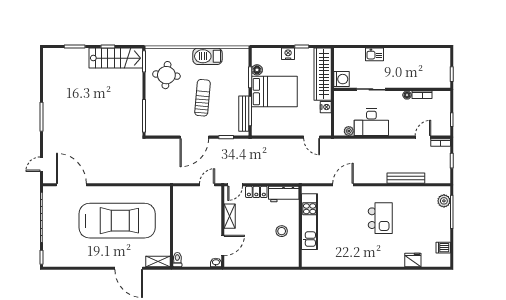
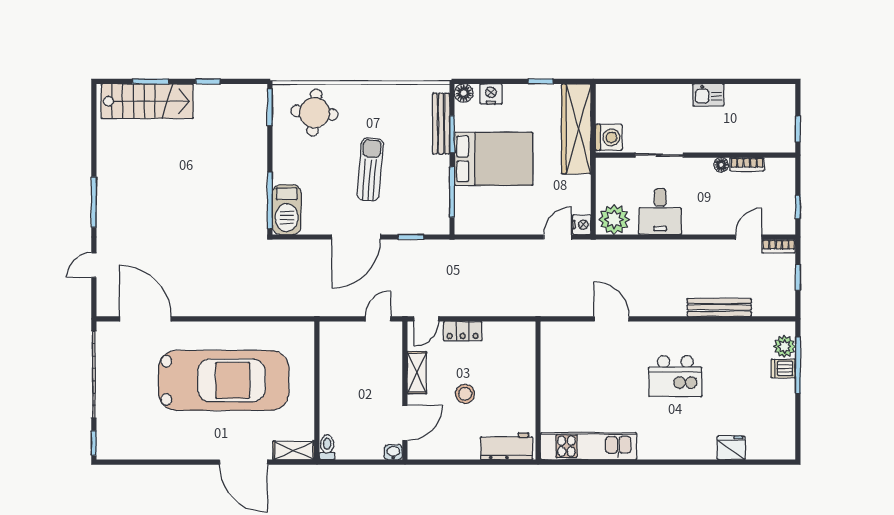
nightstand: (288, 54) -> (491, 94), moved
kitchen sink: (375, 54) -> (708, 95), moved
barbecue: (207, 56) -> (287, 210), moved, turned -90
stairs: (116, 58) -> (147, 101), moved
floor lamp: (257, 70) -> (464, 93), moved
round table: (166, 75) -> (314, 113), moved
nightstand: (326, 107) -> (582, 225), moved
bench: (244, 114) -> (441, 124), moved
desk: (371, 122) -> (660, 212), width x0.73
plant: (349, 131) -> (614, 219), width x1.88, depth x1.88
door: (312, 137) -> (558, 237), swing flipped
door: (41, 164) -> (94, 265), moved
door: (343, 185) -> (612, 319), hinge flipped
workbench: (284, 194) -> (507, 446), moved, turned 180
kitchen island: (380, 218) -> (675, 376), turned 90
kitchen unit: (310, 222) -> (588, 446), moved, turned -90
stool: (282, 231) -> (465, 394), moved
dishwasher: (443, 248) -> (783, 368), moved

